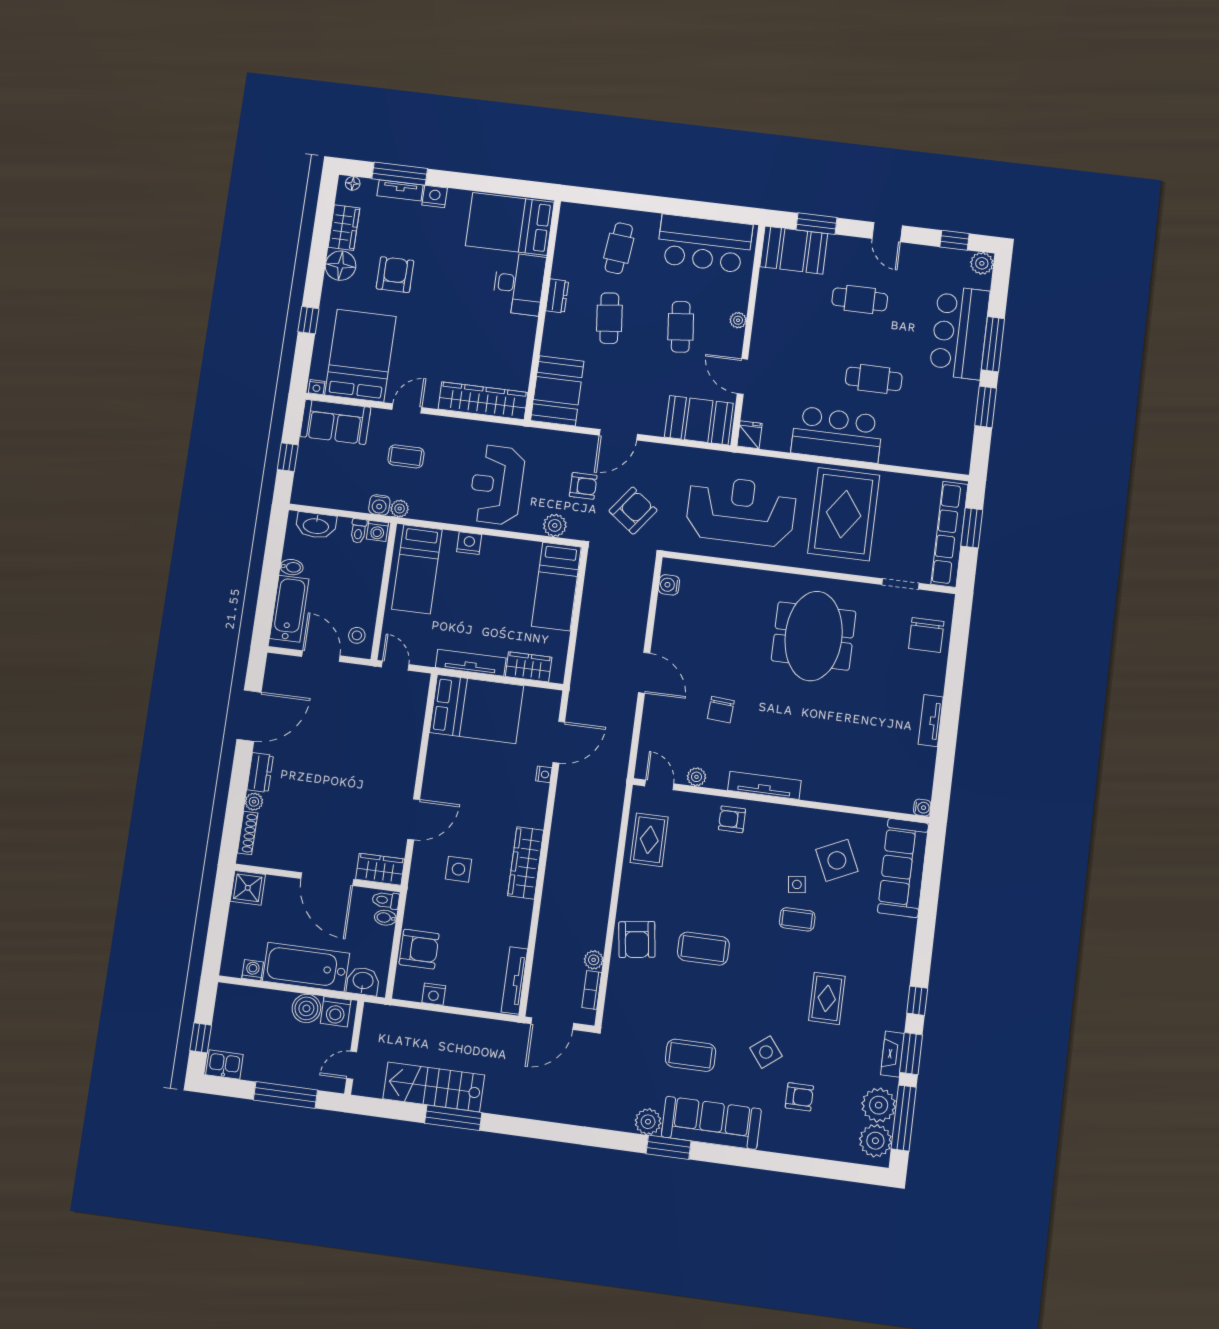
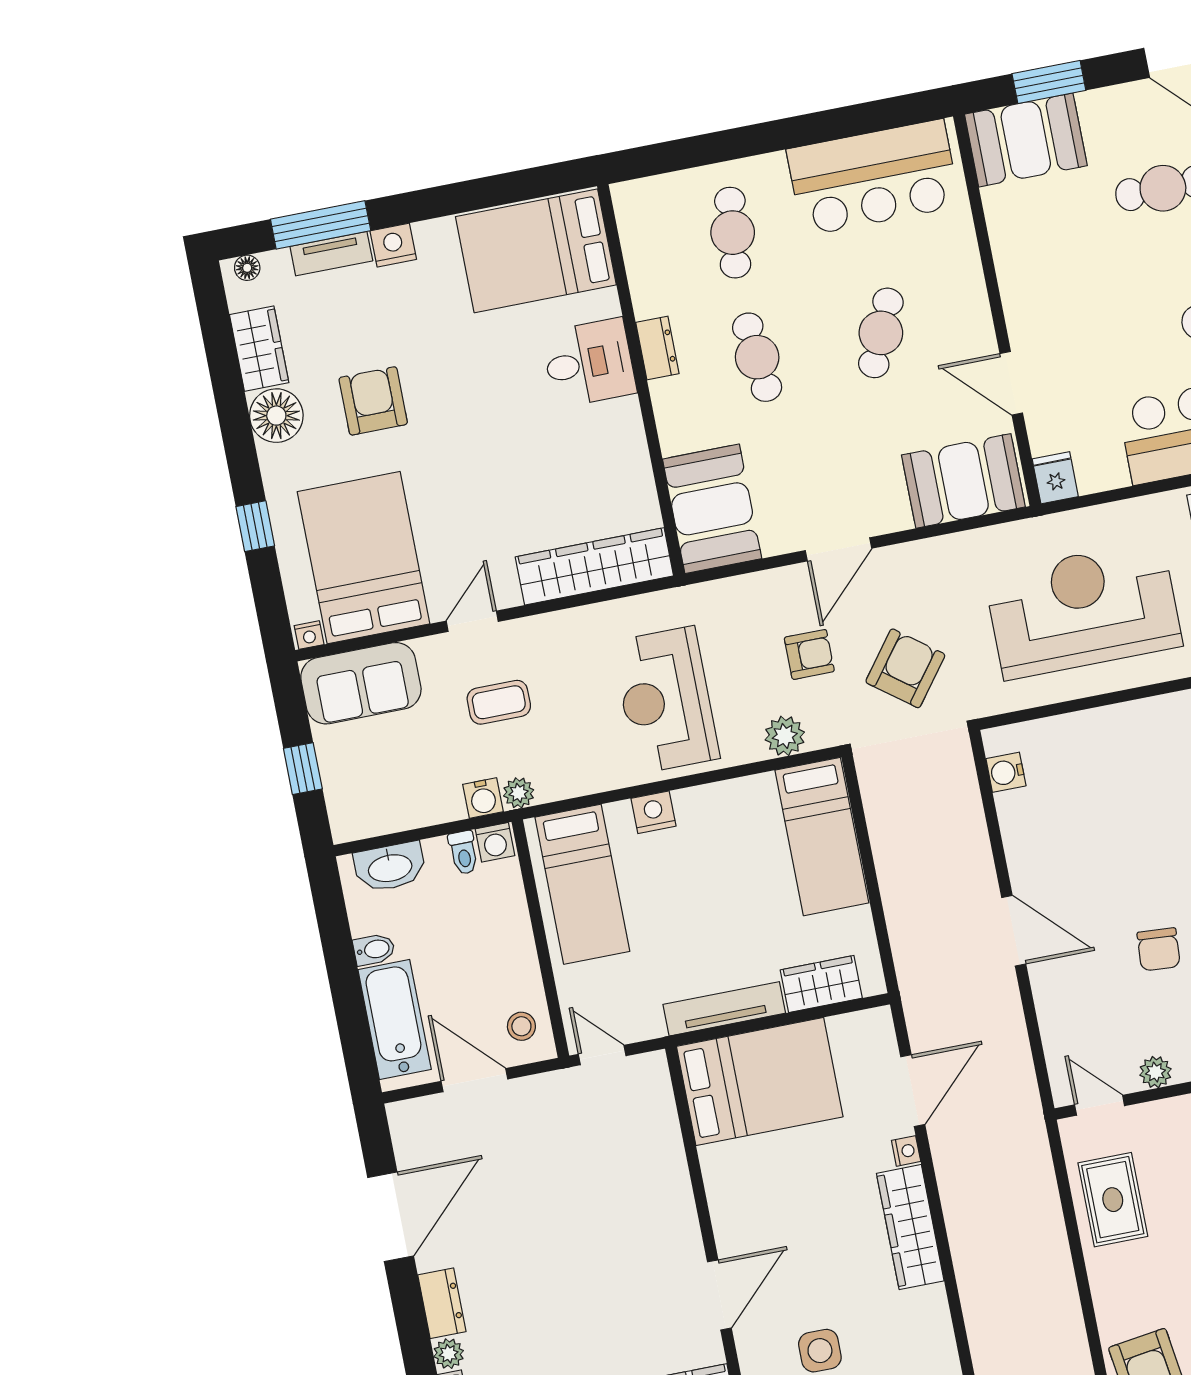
desk: (519, 284) -> (589, 363), width x0.73
plant: (738, 320) -> (973, 290), removed
cafe table: (681, 327) -> (881, 333), turned 30
wardrobe: (526, 863) -> (910, 1227), moved

